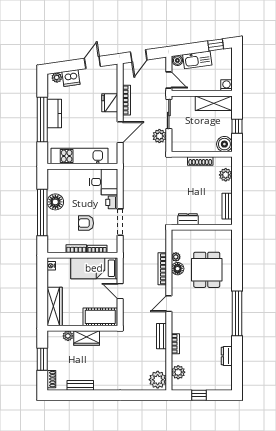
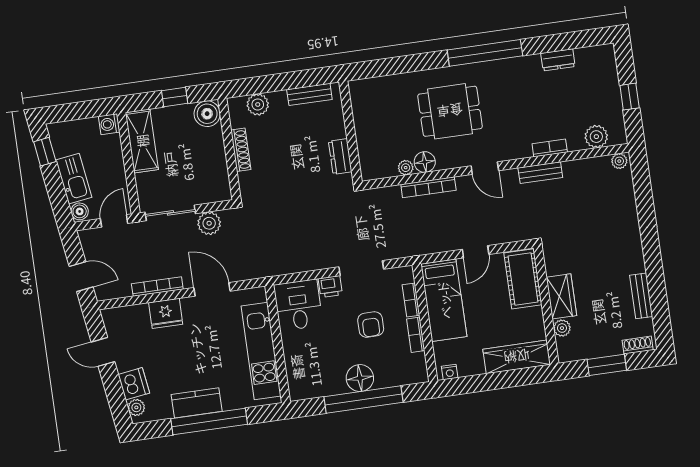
floor lamp: (55, 202) -> (360, 378), moved
dining table: (207, 270) -> (450, 111), moved
plant: (158, 380) -> (619, 161), width x0.53, depth x0.53

